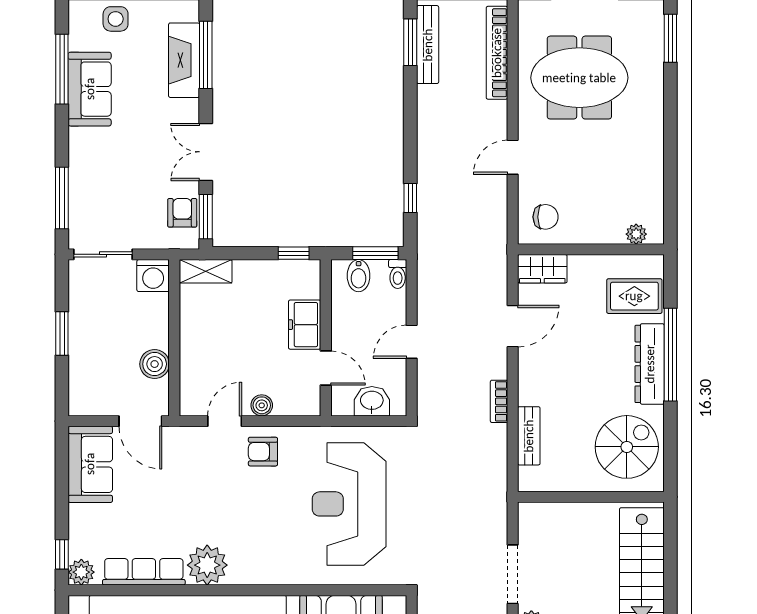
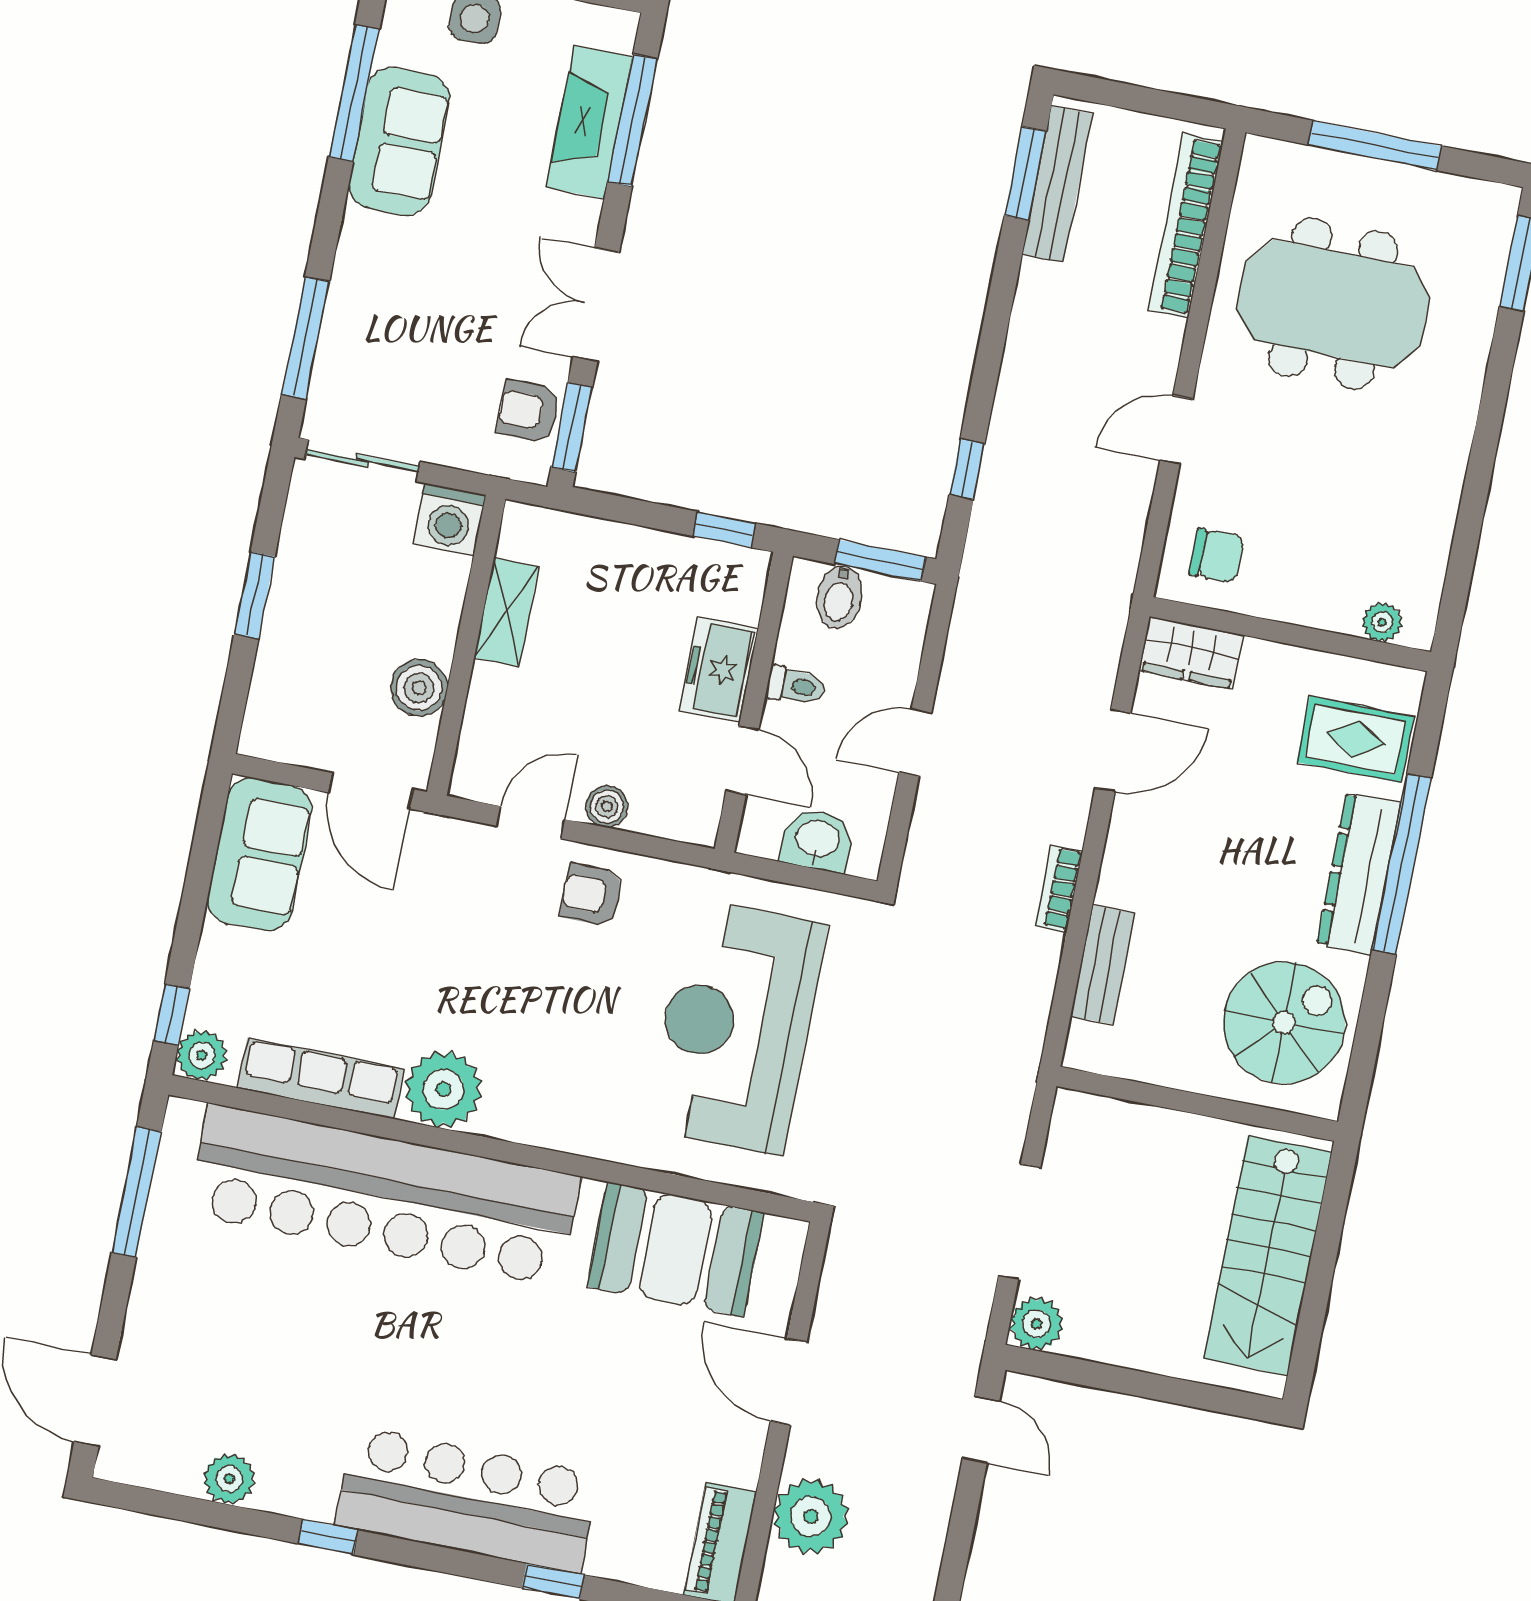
armchair: (182, 213) -> (528, 411), turned -90
shelving: (206, 271) -> (506, 612), moved, turned 90
toilet: (398, 274) -> (796, 686), moved, turned -90

